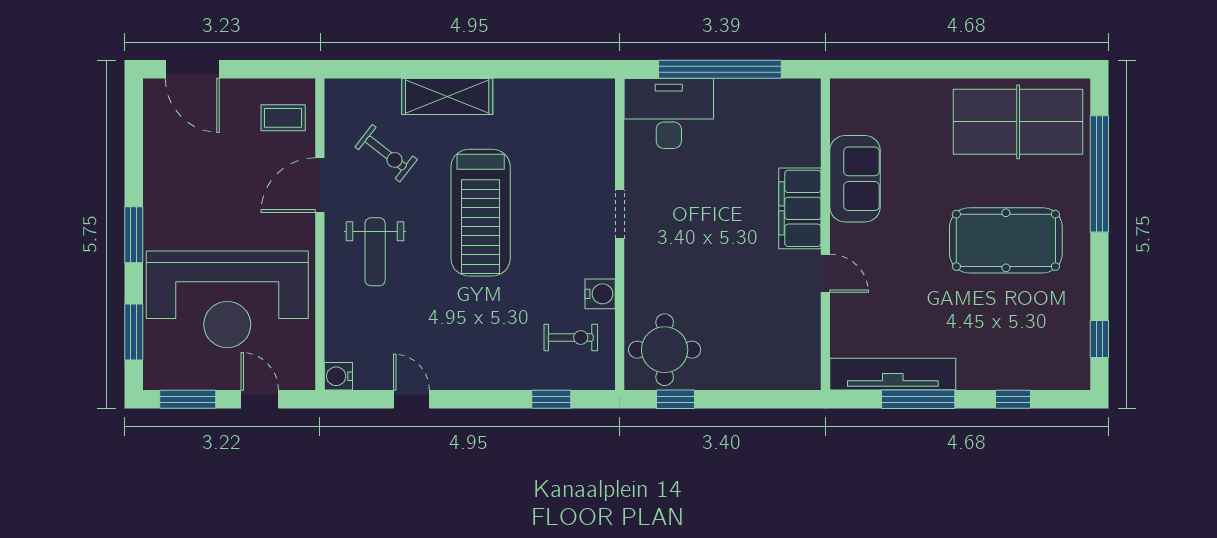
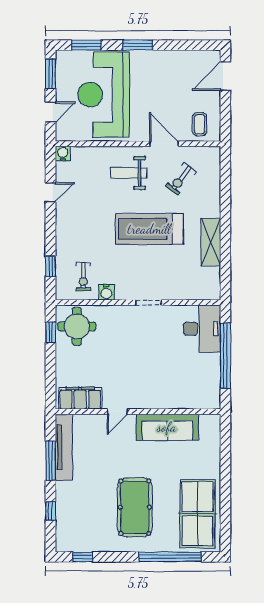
shelving: (447, 97) -> (211, 242), moved
sofa: (855, 179) -> (167, 427), width x1.36
filing cabinet: (800, 208) -> (80, 398), moved

